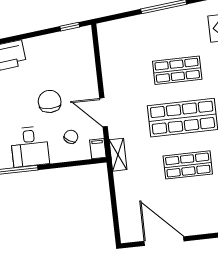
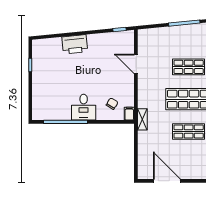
chair: (50, 101) -> (100, 78), removed
door: (104, 112) -> (136, 64), moved

